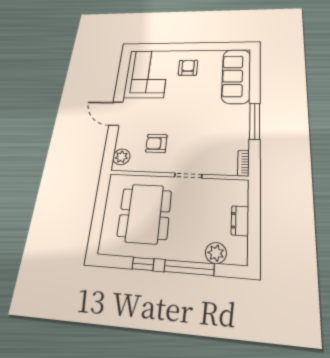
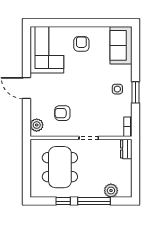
sofa: (236, 76) -> (121, 45), width x0.73
side table: (230, 117) -> (117, 89), added
window: (255, 121) -> (136, 92), width x0.69
dresser: (240, 221) -> (126, 149), moved

